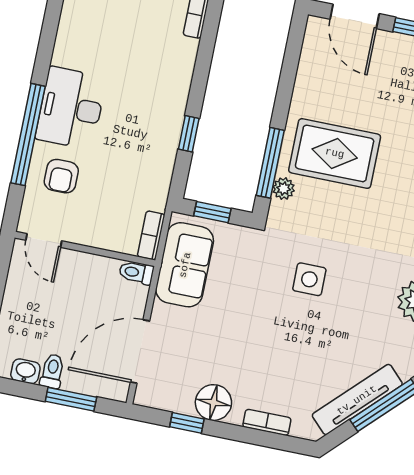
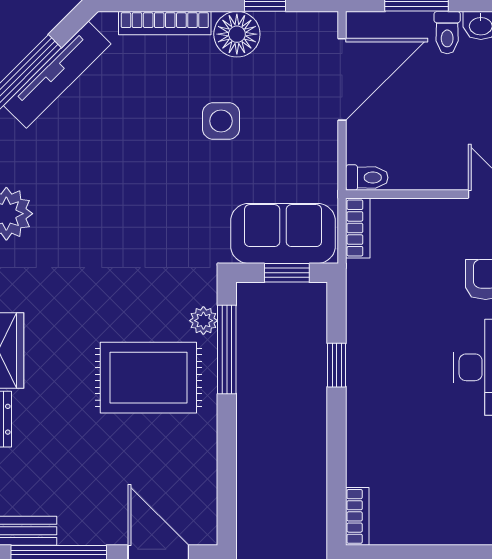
sofa: (185, 265) -> (283, 233), moved, turned 90
side table: (309, 279) -> (221, 121), moved
bookcase: (267, 422) -> (165, 23), width x1.56

